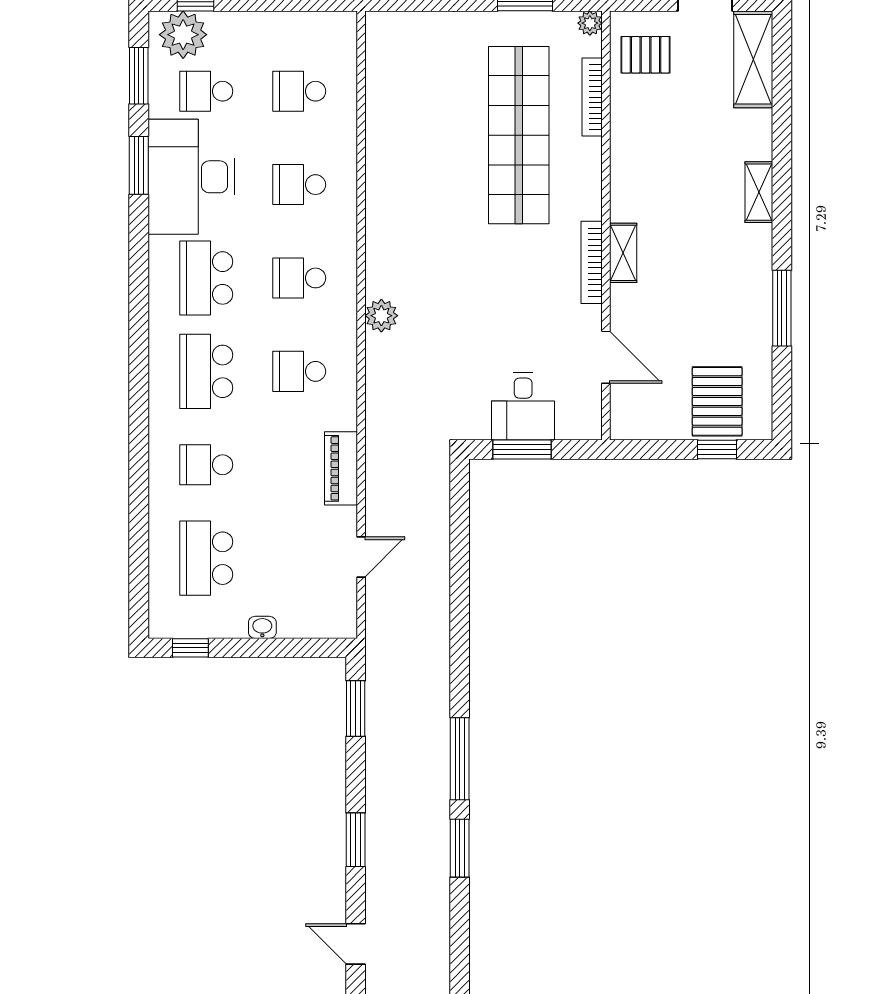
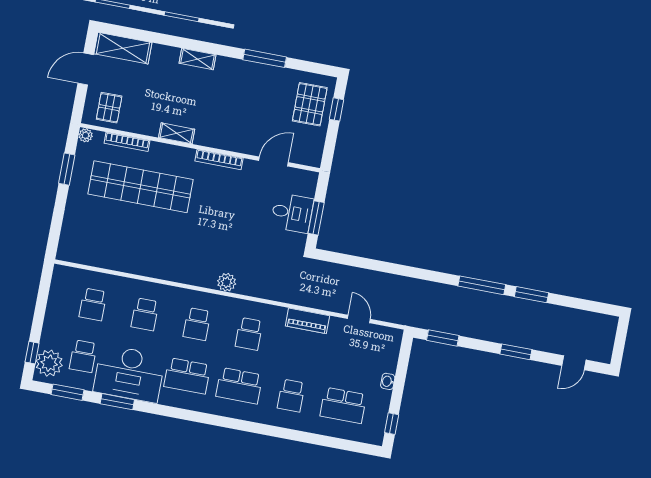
shelving: (623, 253) -> (177, 133), moved
pallet: (717, 401) -> (310, 104), turned 90

